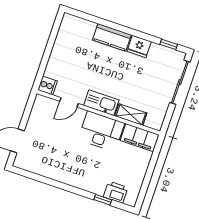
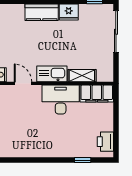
door: (69, 102) -> (23, 83), swing flipped
printer: (116, 192) -> (105, 142), moved, turned -90

